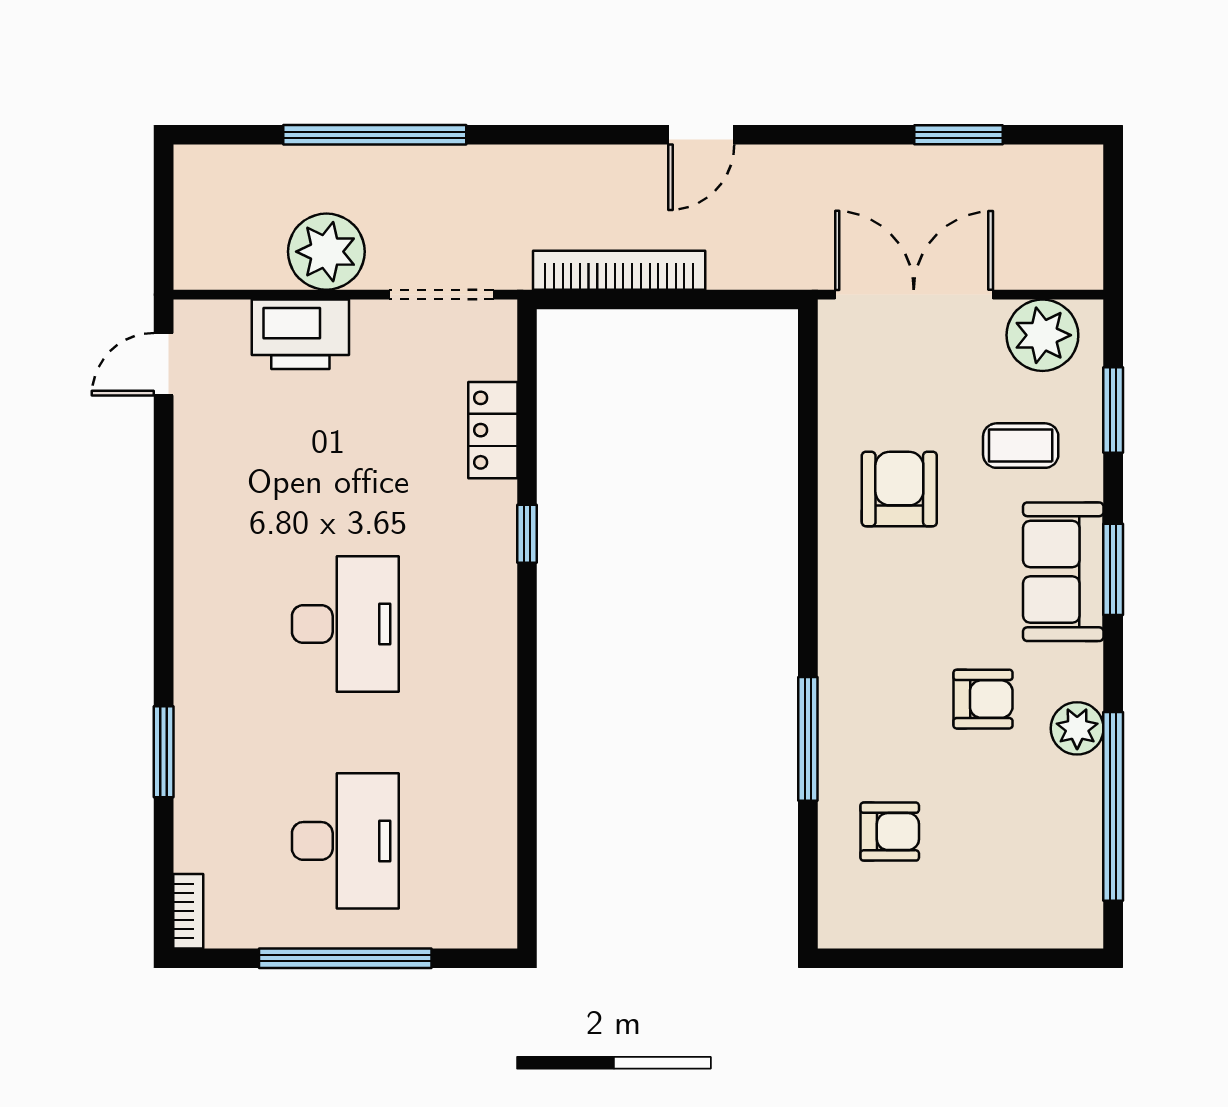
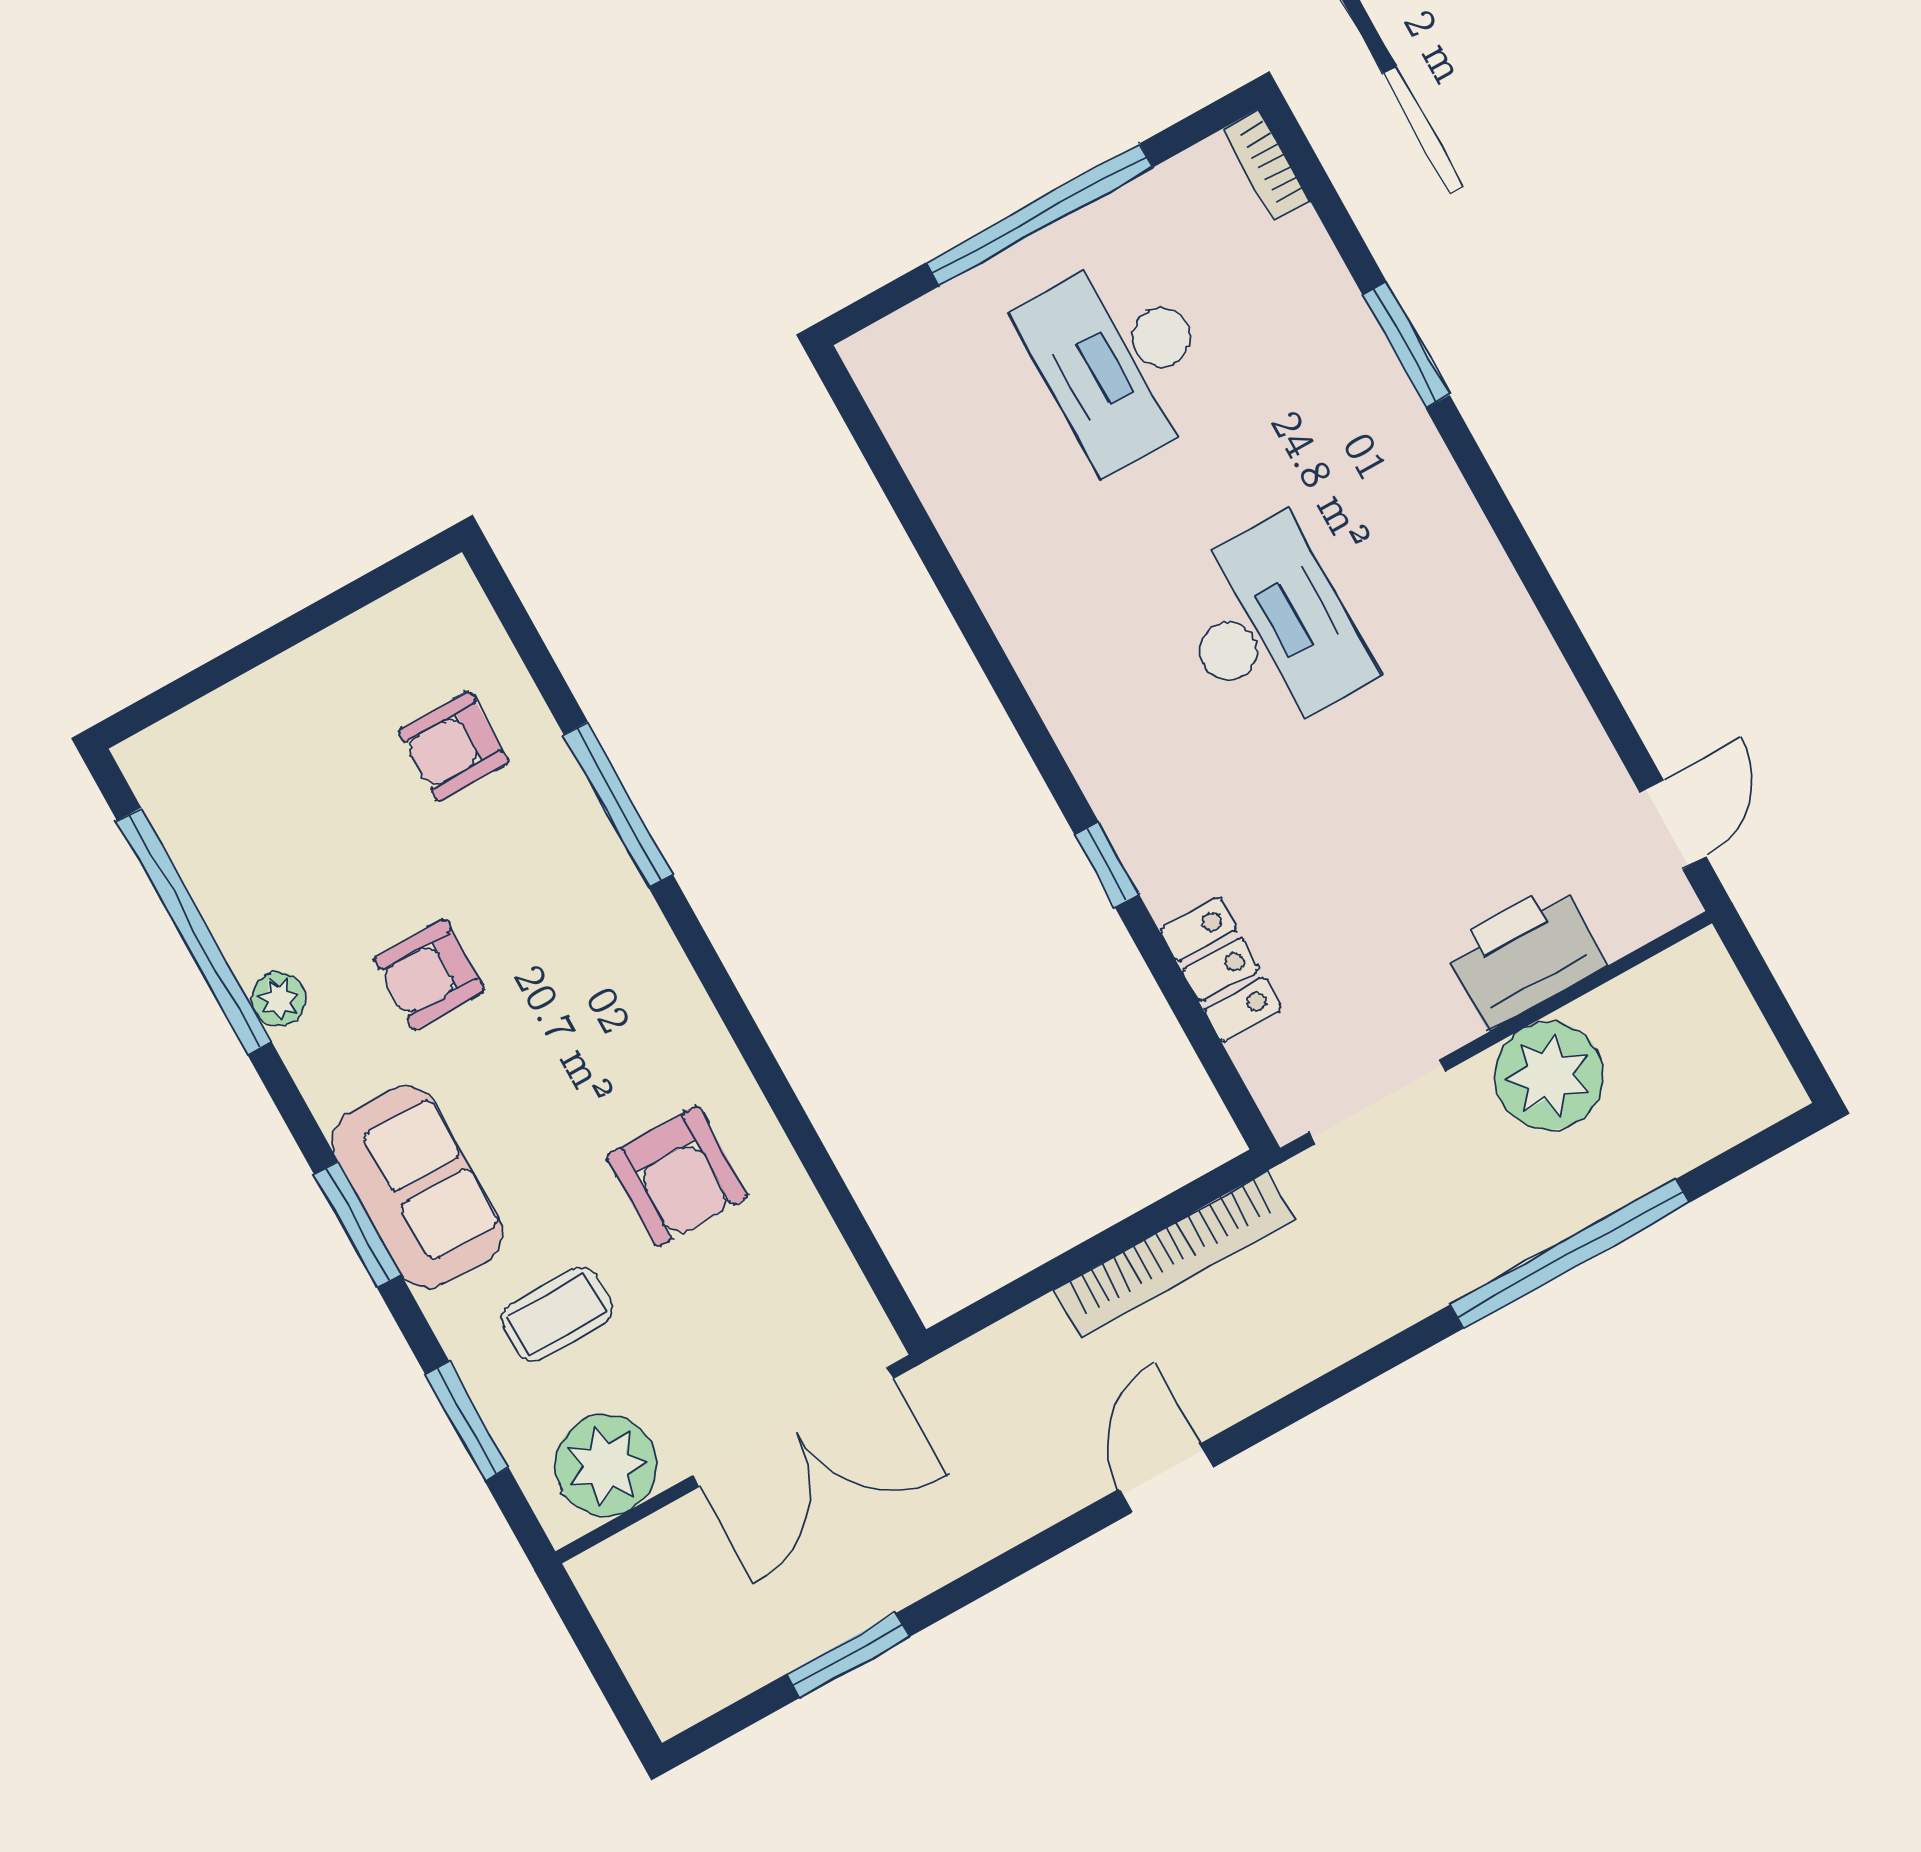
desk: (345, 624) -> (1269, 628), turned 180
plant: (1077, 728) -> (279, 999), width x0.73, depth x0.73

